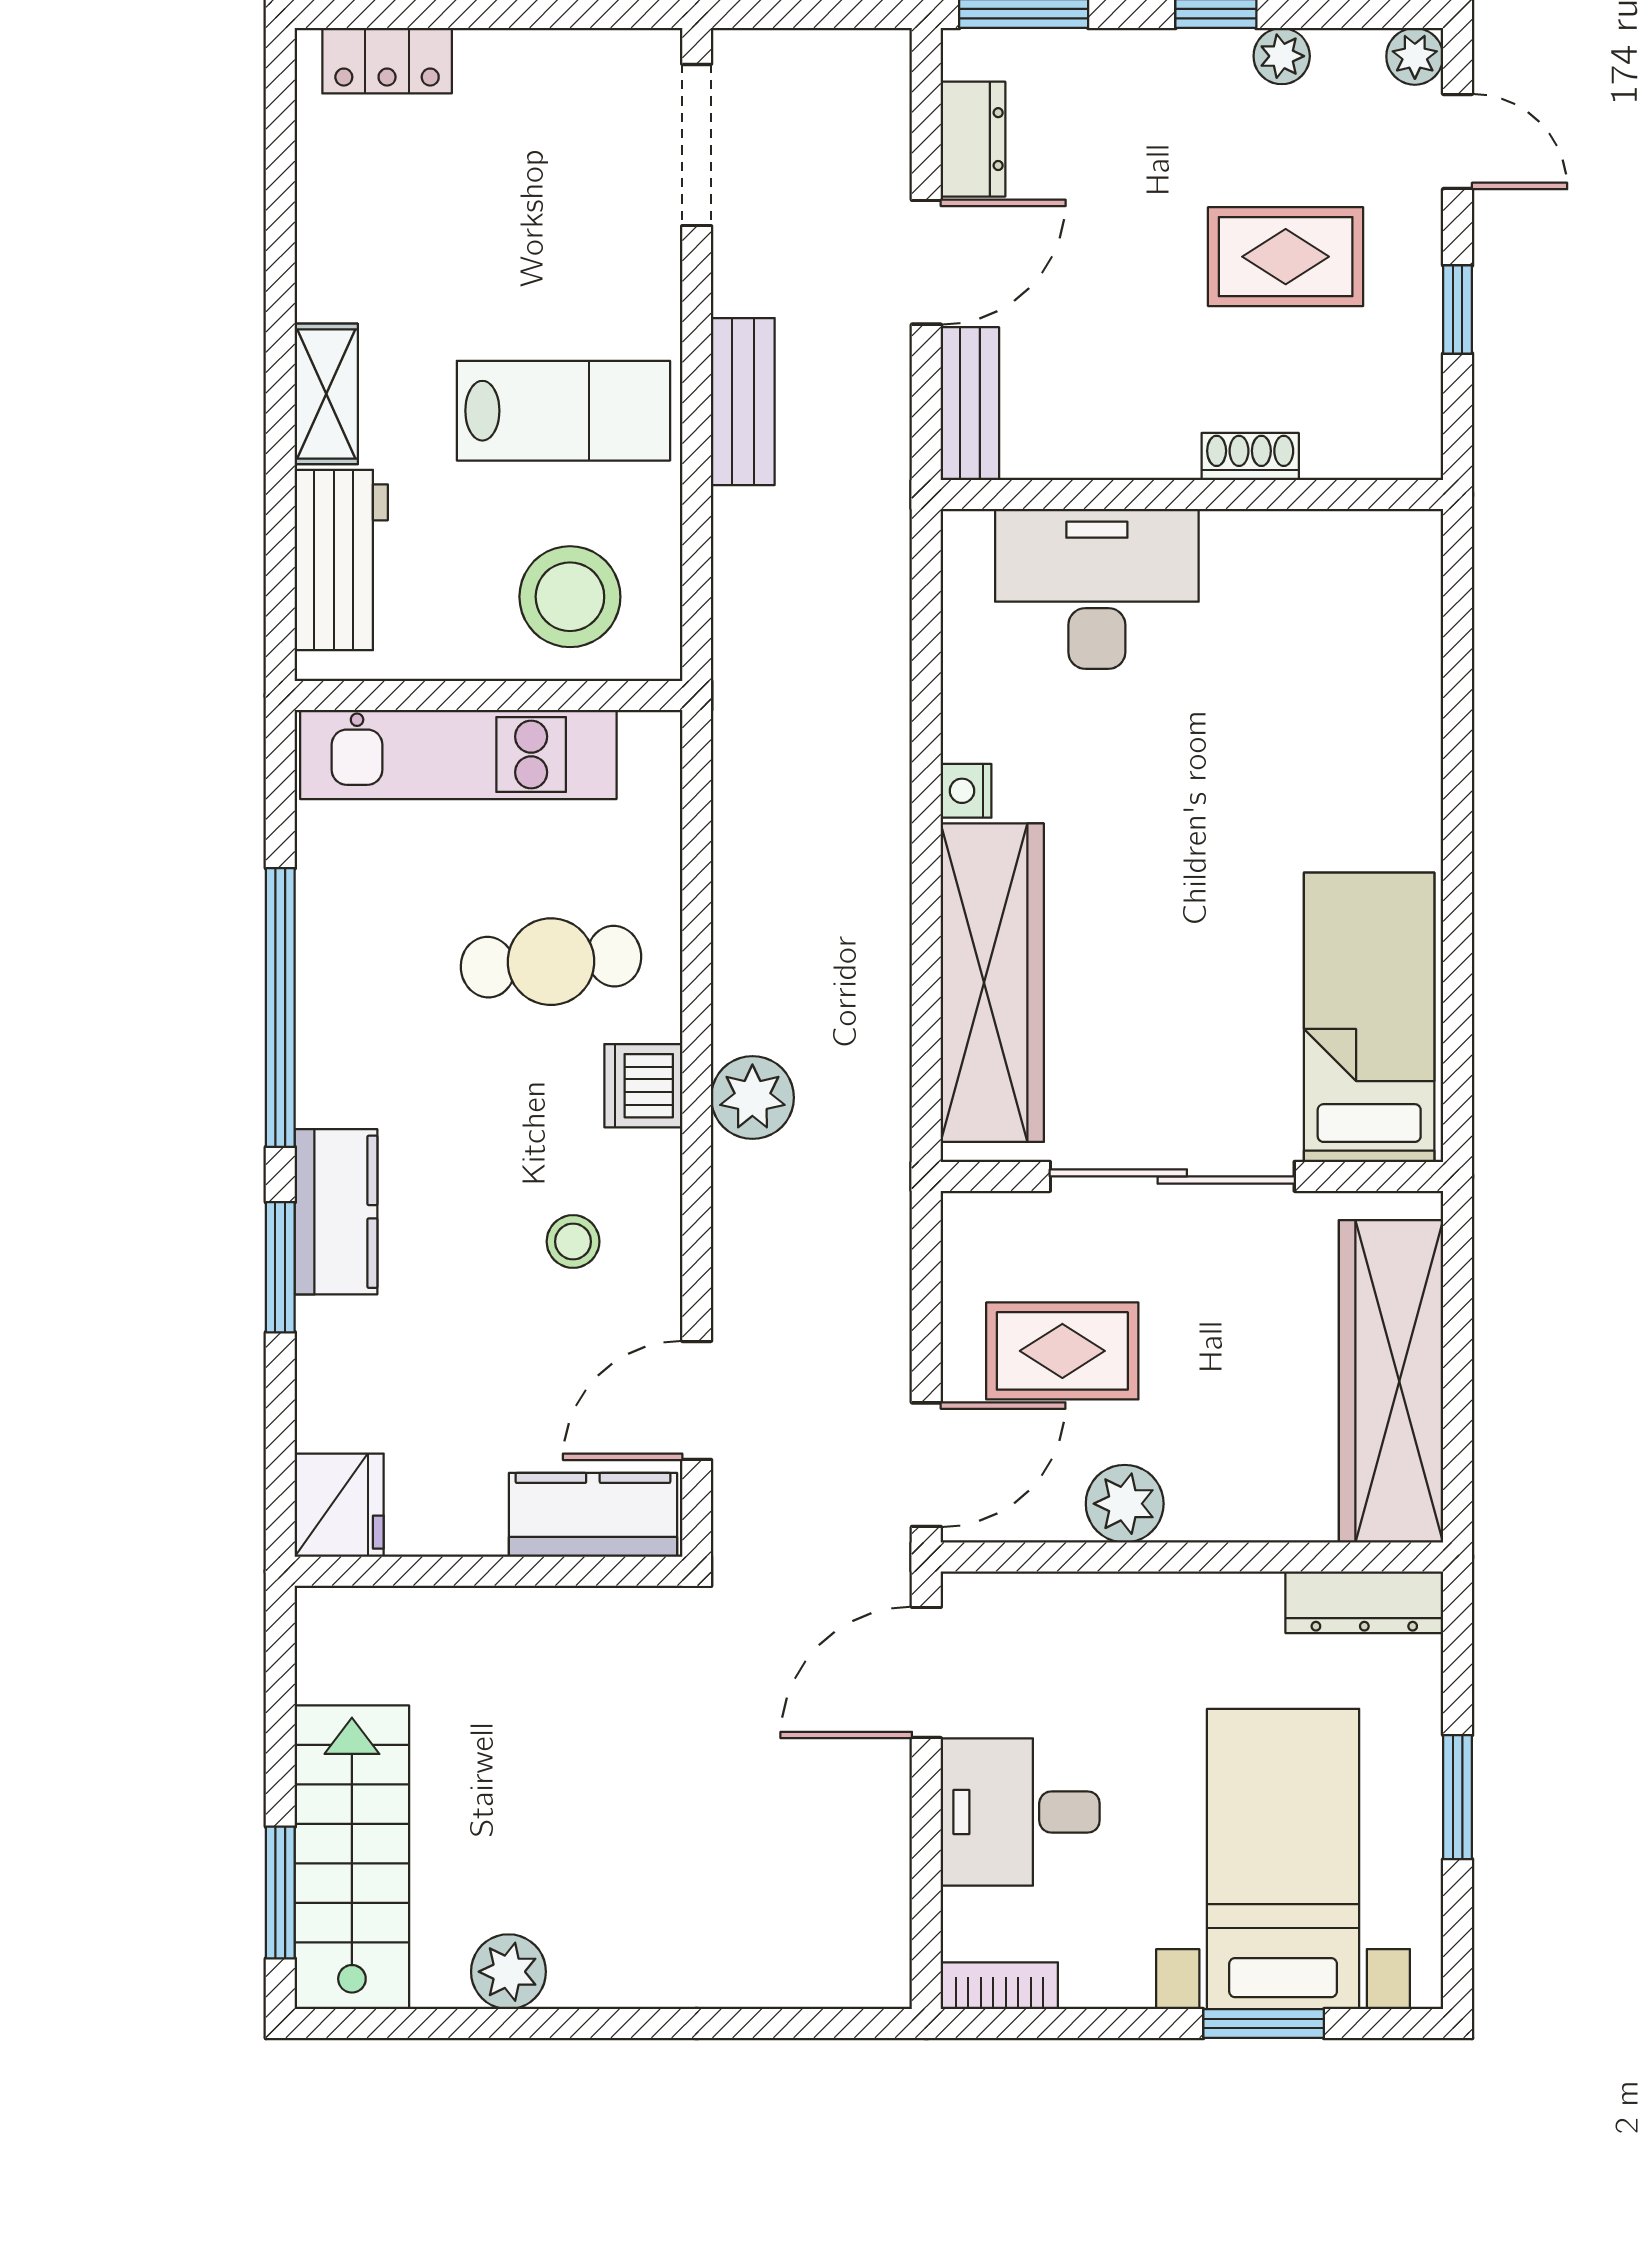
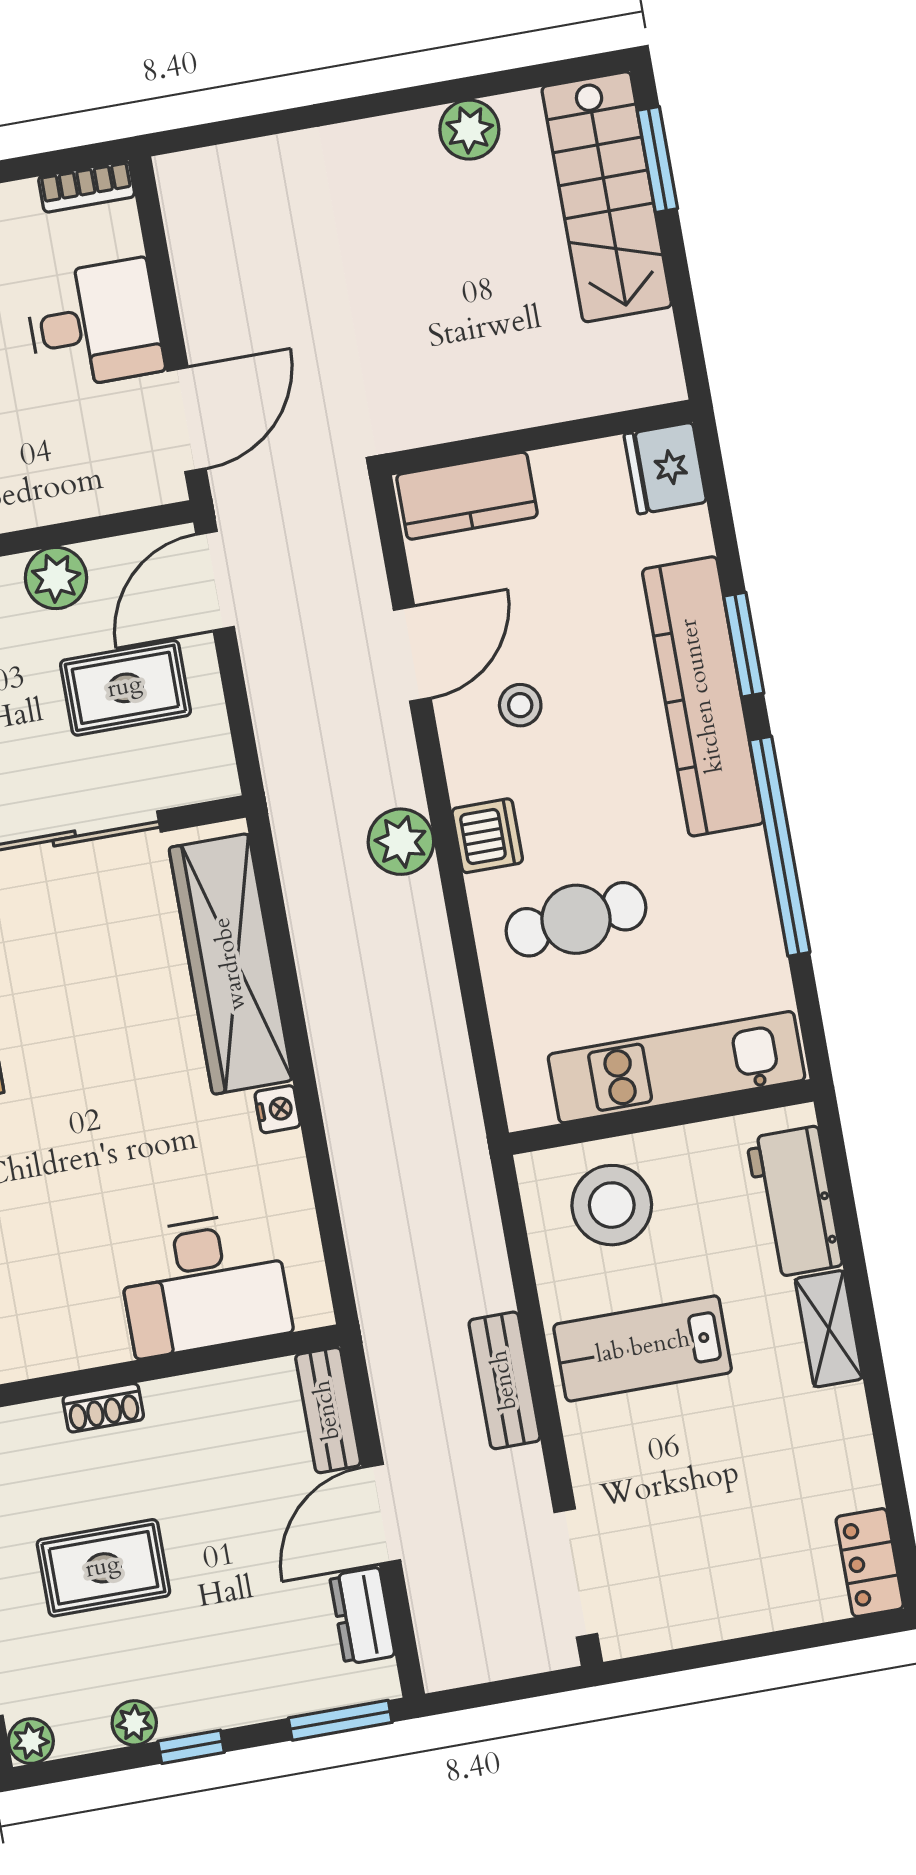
locker: (387, 61) -> (870, 1563), moved, turned -90
kitchen counter: (336, 1212) -> (703, 696), width x2.08, depth x1.17
door: (697, 1400) -> (412, 654), moved

